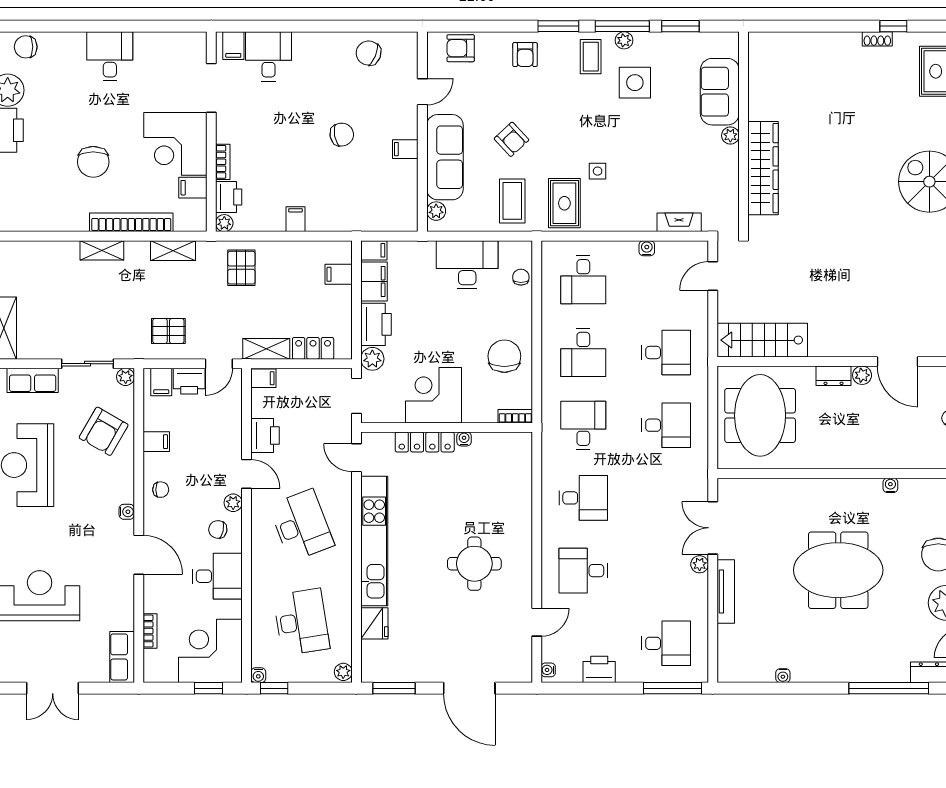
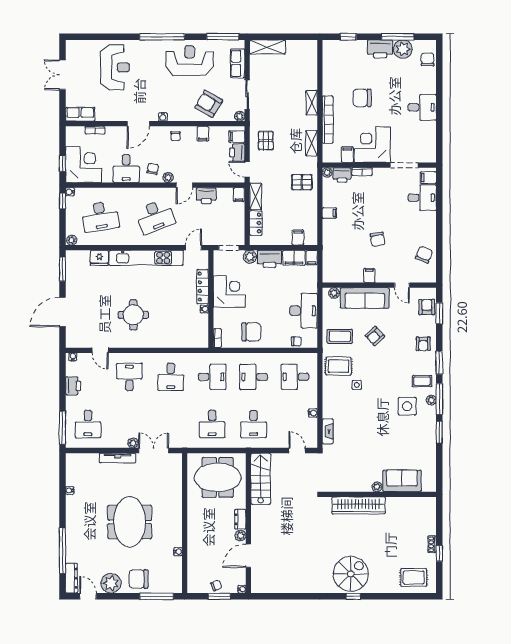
window: (472, 26) -> (439, 313), added
armchair: (525, 55) -> (423, 344), turned -90
sofa: (720, 92) -> (402, 481), moved
wall: (743, 132) -> (379, 494), moved
plant: (730, 136) -> (377, 487), moved
wardrobe: (763, 168) -> (359, 505), moved

